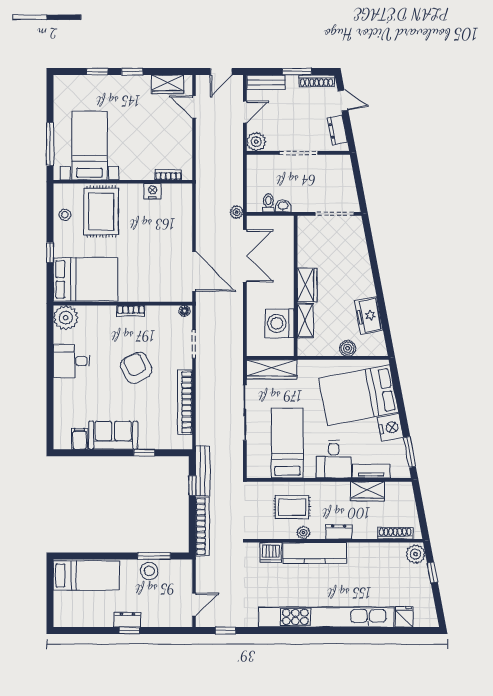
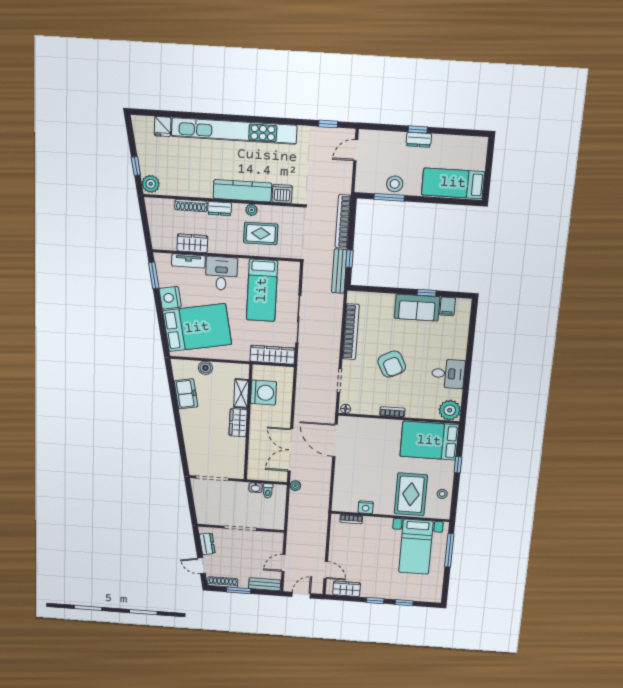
plant: (256, 142) -> (276, 540), removed
window: (144, 453) -> (427, 293), moved
shoe rack: (395, 533) -> (191, 206), moved

